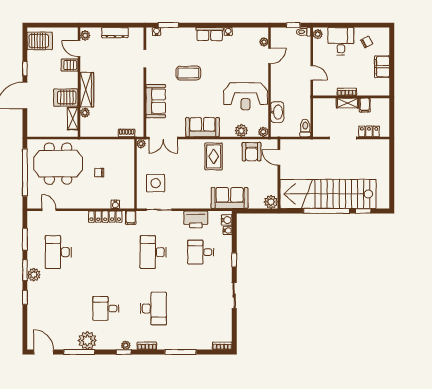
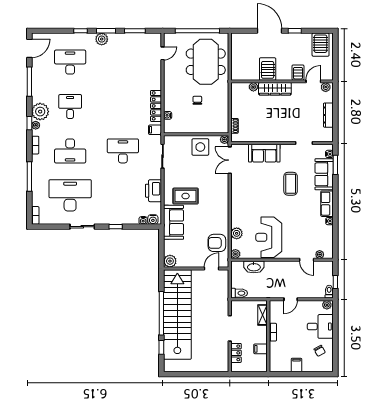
filing cabinet: (382, 67) -> (296, 365), width x0.50
shelving: (347, 103) -> (262, 315), moved
shelving: (73, 118) -> (248, 75), removed
sofa: (202, 127) -> (324, 174), moved, turned 180
rug: (214, 156) -> (186, 196), moved
side table: (156, 183) -> (200, 147), moved
desk: (58, 252) -> (70, 62), moved
desk: (201, 252) -> (70, 195), moved, width x1.87, depth x1.30
plant: (87, 340) -> (40, 112), moved

